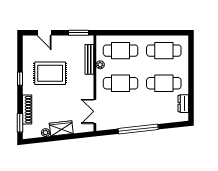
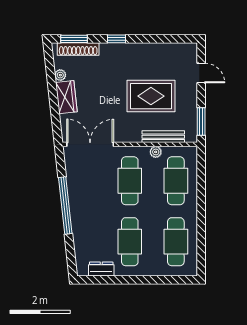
door: (44, 33) -> (201, 73), swing flipped
rug: (50, 73) -> (151, 96), moved, turned 90
window: (20, 79) -> (117, 39), moved
shoe rack: (27, 110) -> (78, 49), moved
double door: (95, 111) -> (90, 144), width x1.37

